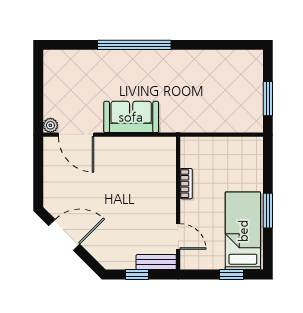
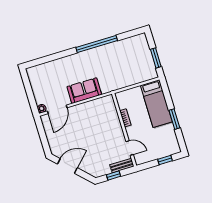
window: (134, 45) -> (97, 44), moved
door: (76, 135) -> (57, 109), hinge flipped
bed: (243, 231) -> (156, 104), moved, turned 180

